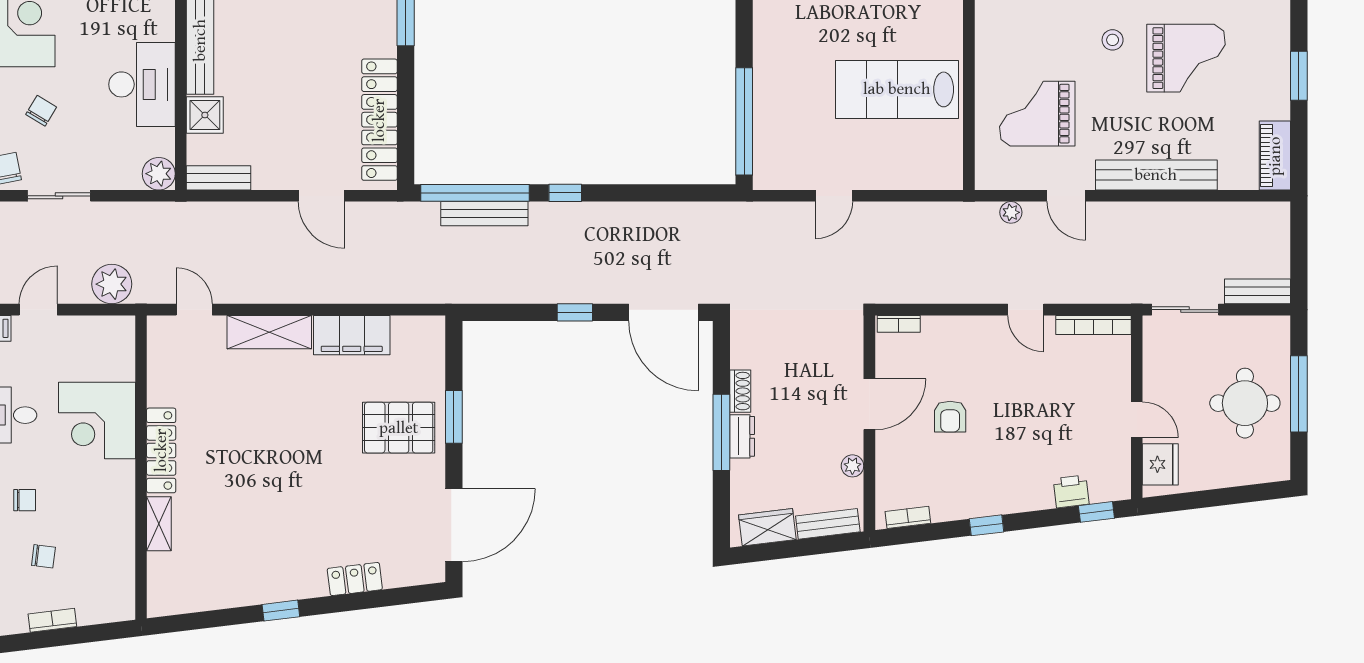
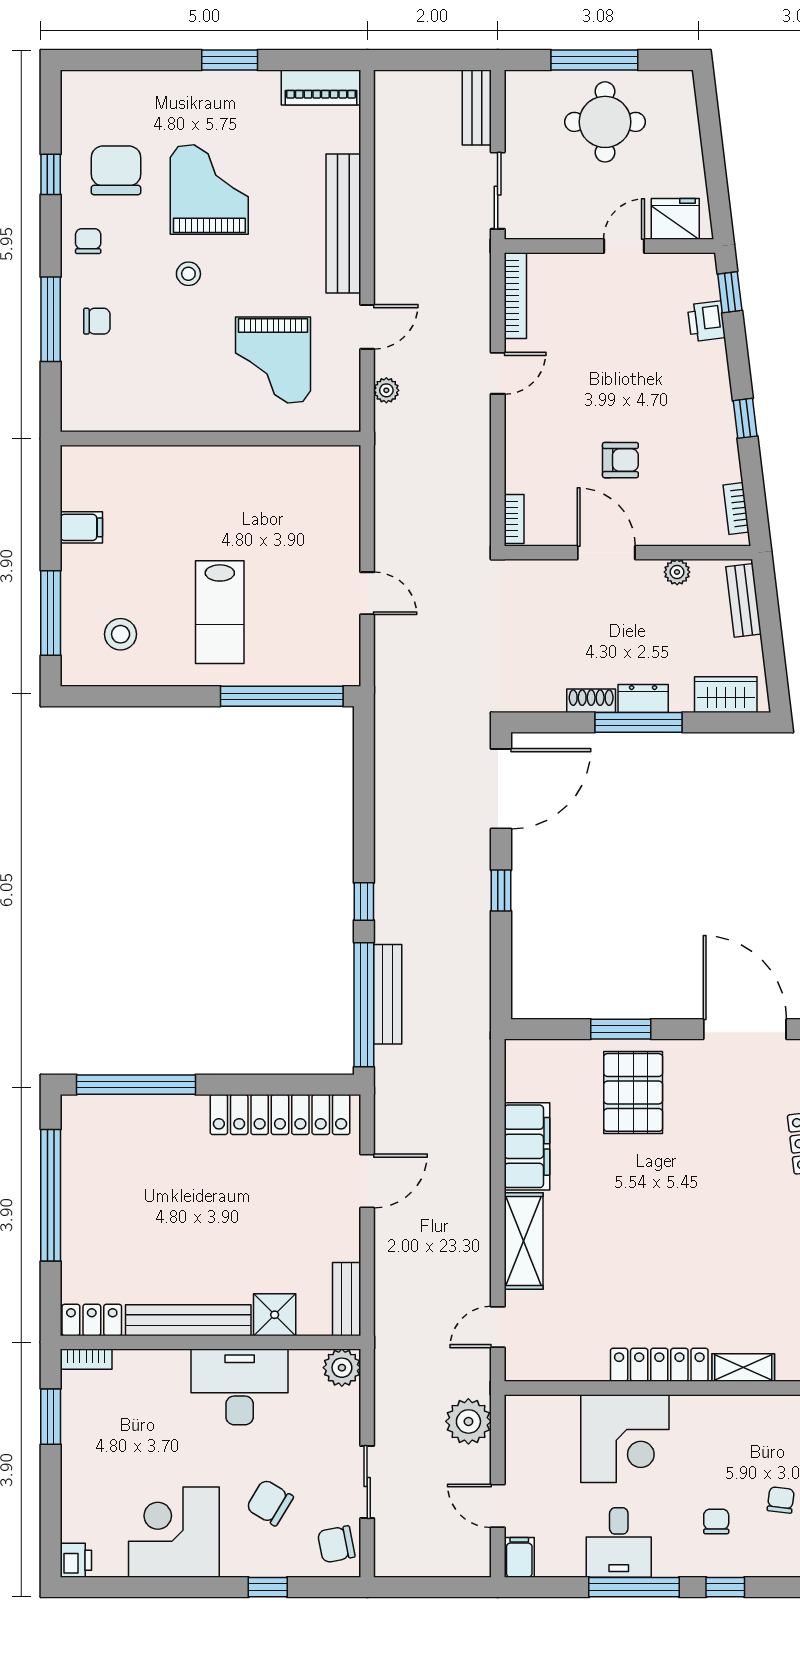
lab bench: (897, 89) -> (220, 612), moved, width x0.73, depth x0.72
chair: (41, 111) -> (270, 1503), width x1.37, depth x1.37
wardrobe: (767, 527) -> (726, 695), moved, turned 97

